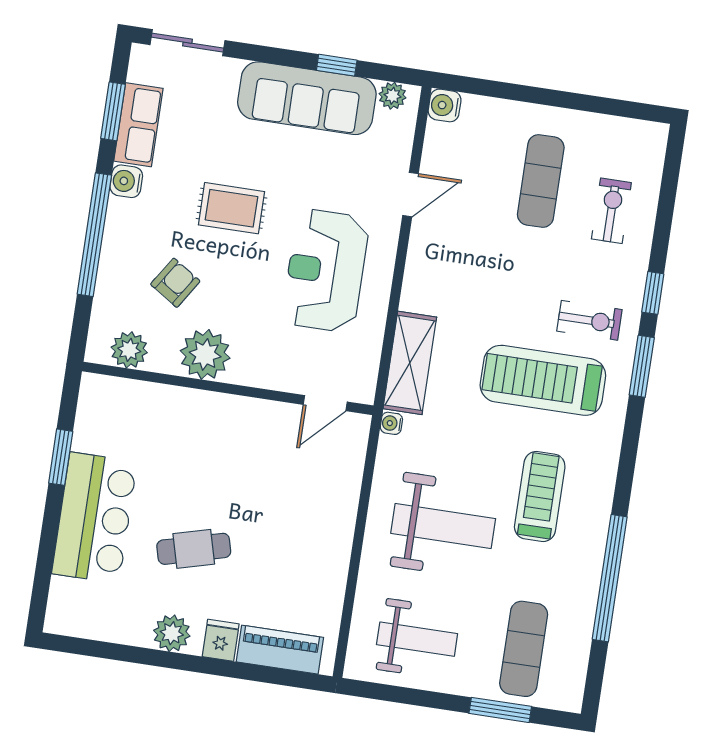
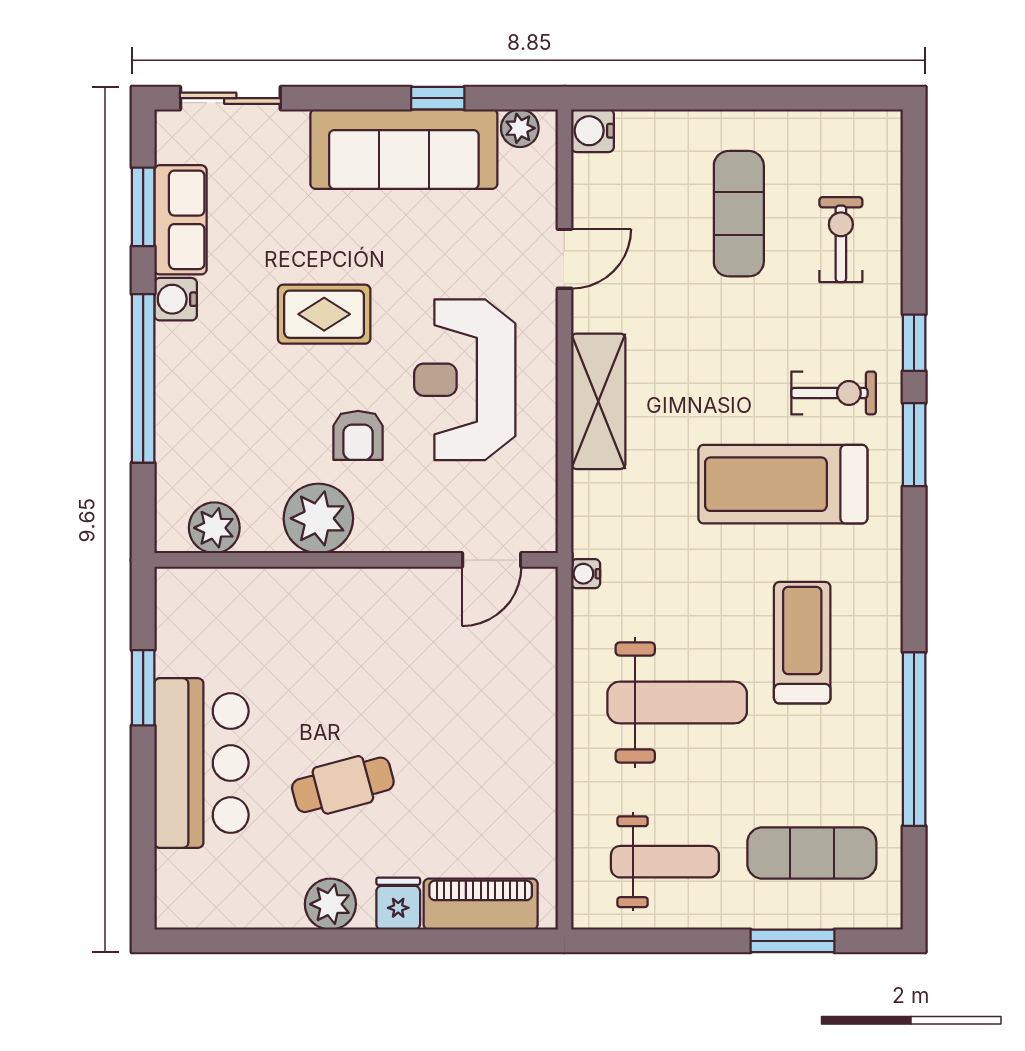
armchair: (175, 283) -> (358, 435), moved, turned 147
shelving: (410, 363) -> (598, 401), moved
exercise mat: (524, 649) -> (812, 853), turned 90

